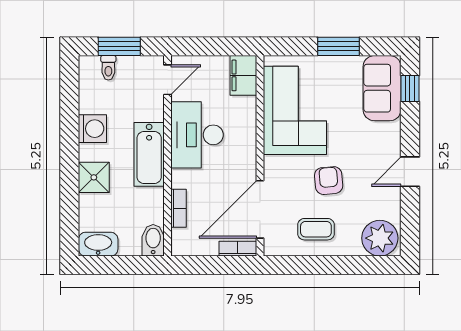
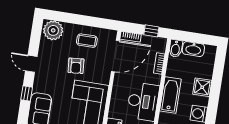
window: (410, 88) -> (27, 93), moved
door: (410, 172) -> (31, 64), swing flipped
washbasin: (98, 244) -> (193, 49), moved
window: (202, 265) -> (151, 31), added

